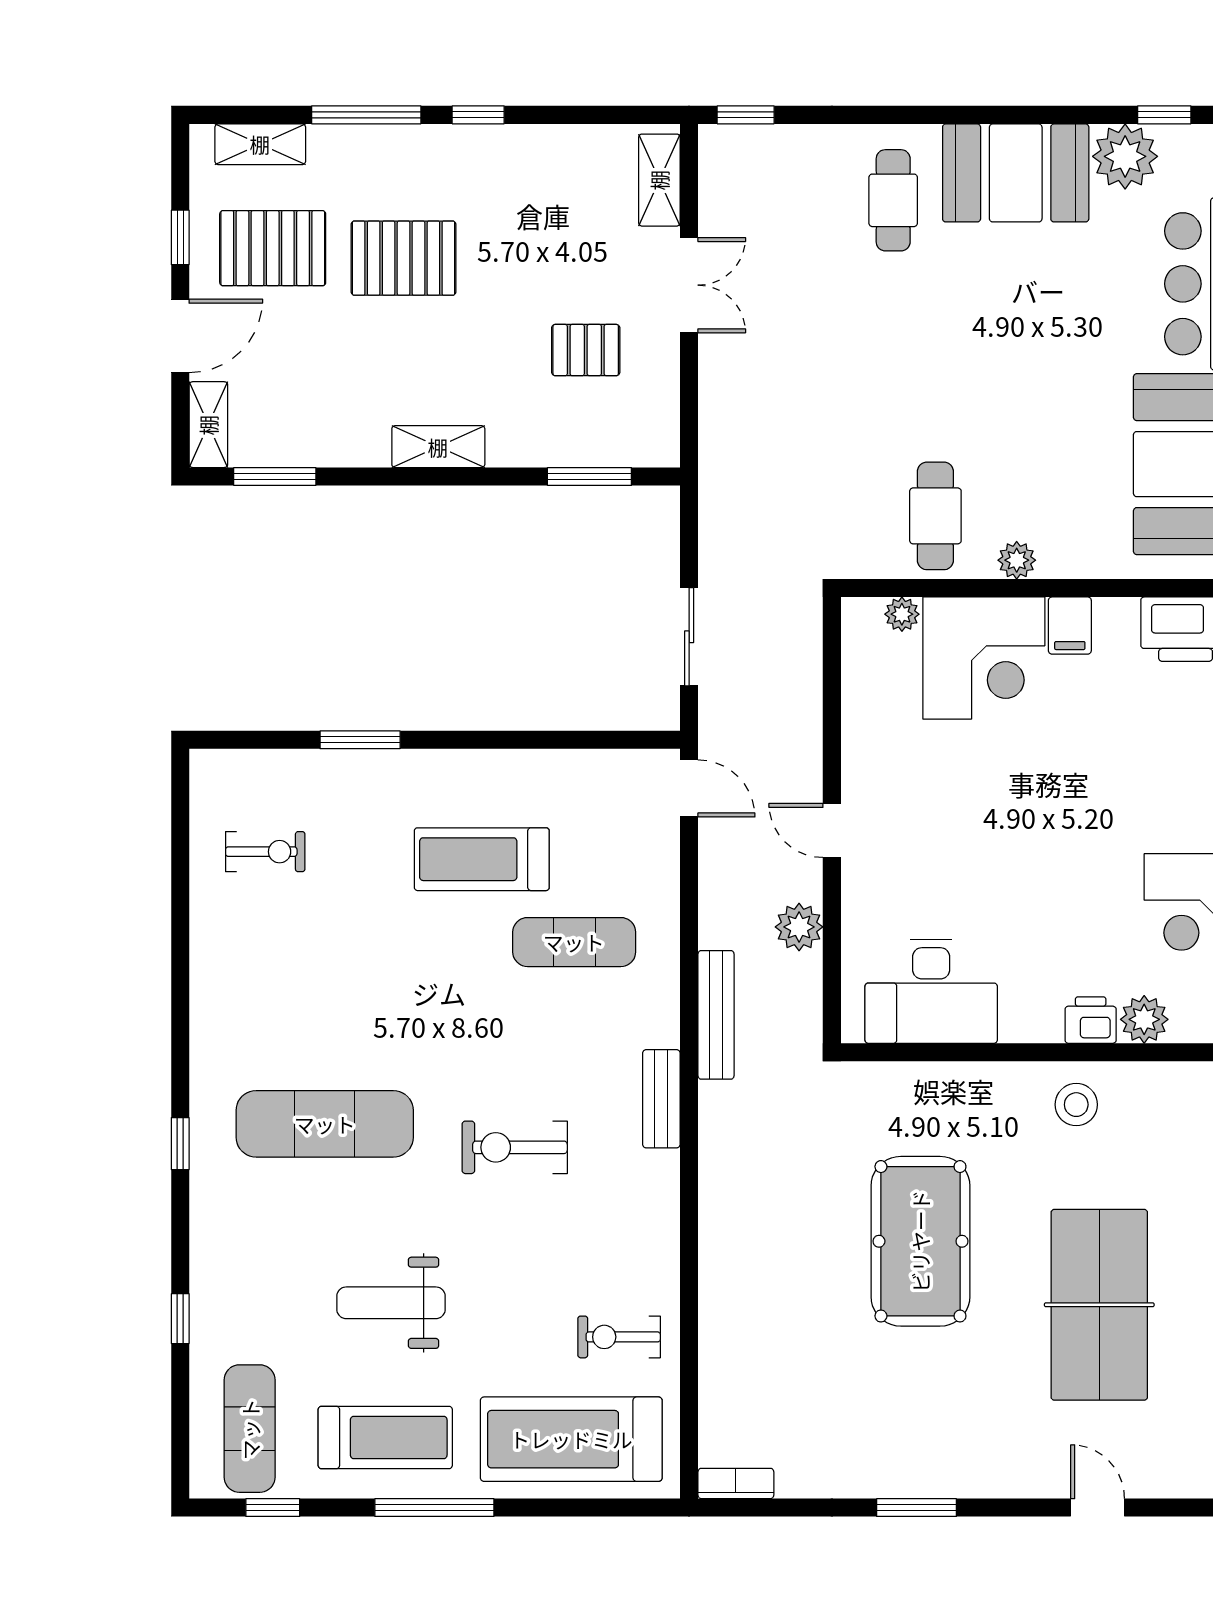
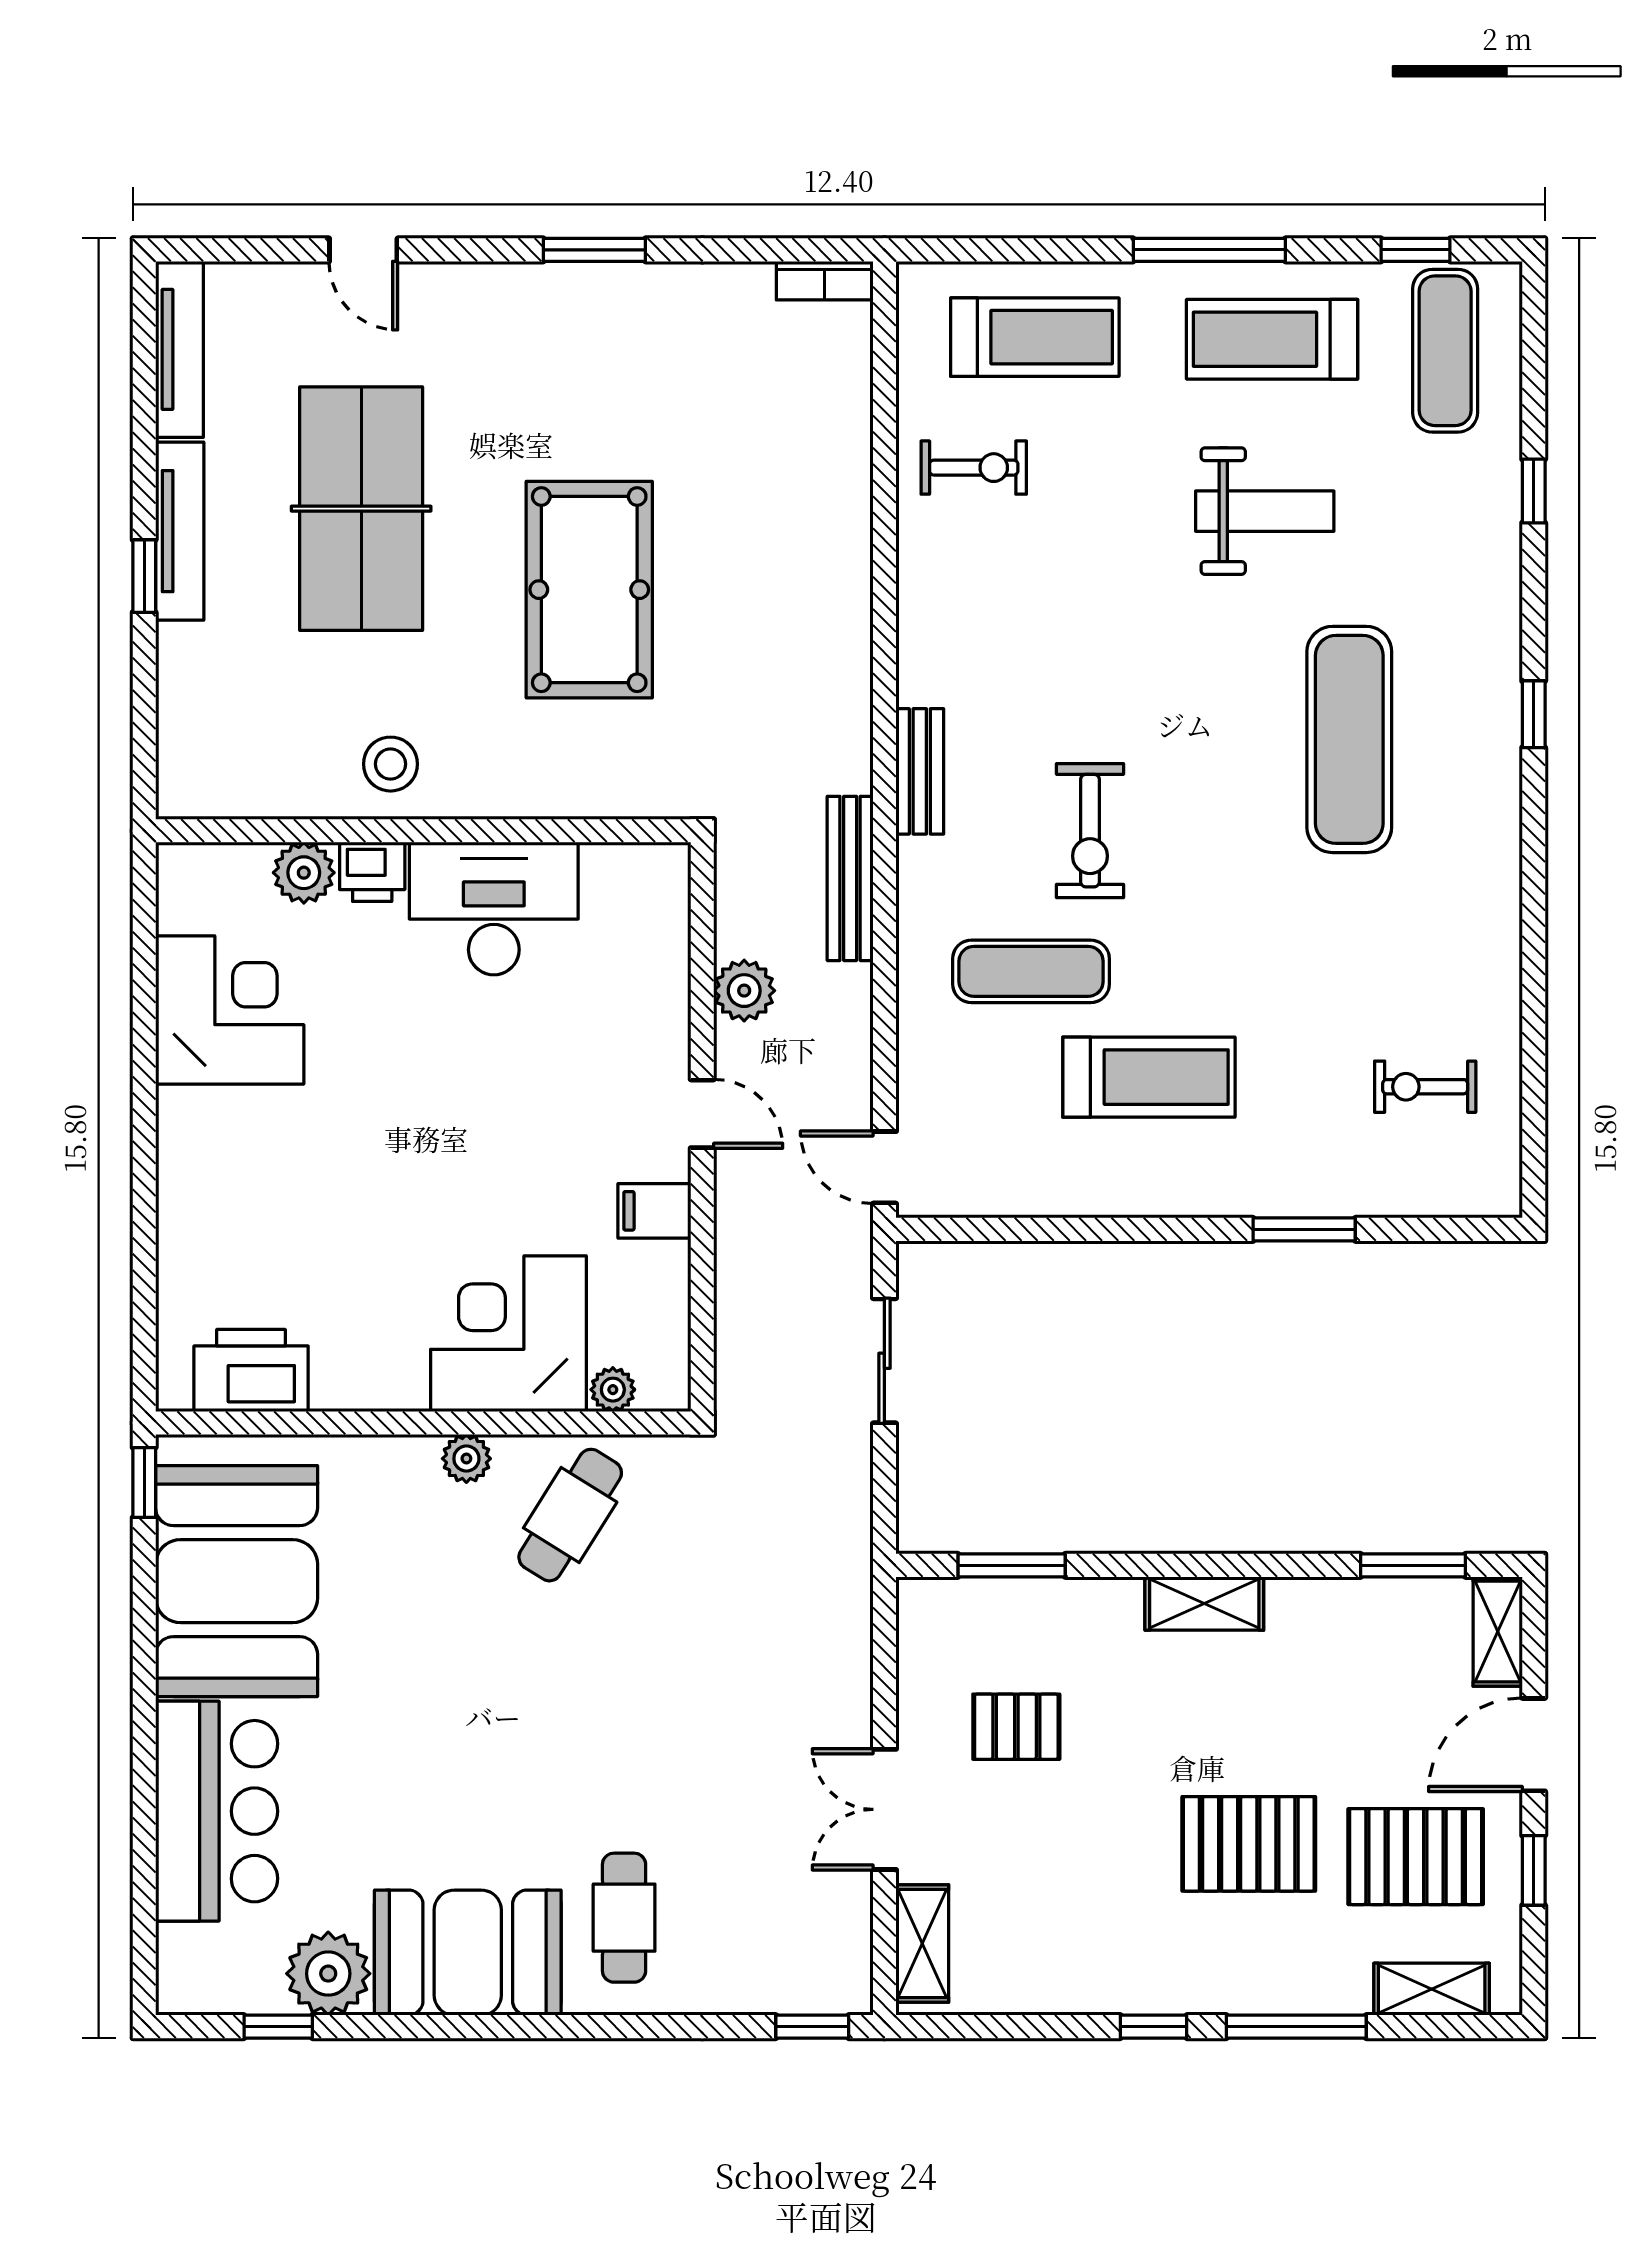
cafe table: (935, 516) -> (570, 1515), turned 32
filing cabinet: (1070, 626) -> (654, 1211), moved, turned -90
desk: (931, 991) -> (494, 908), moved
exercise mat: (325, 1124) -> (1349, 739), turned 90
exercise bike: (515, 1147) -> (1090, 831), moved, turned 90
treadmill: (571, 1439) -> (1035, 337), width x0.73, depth x0.73

